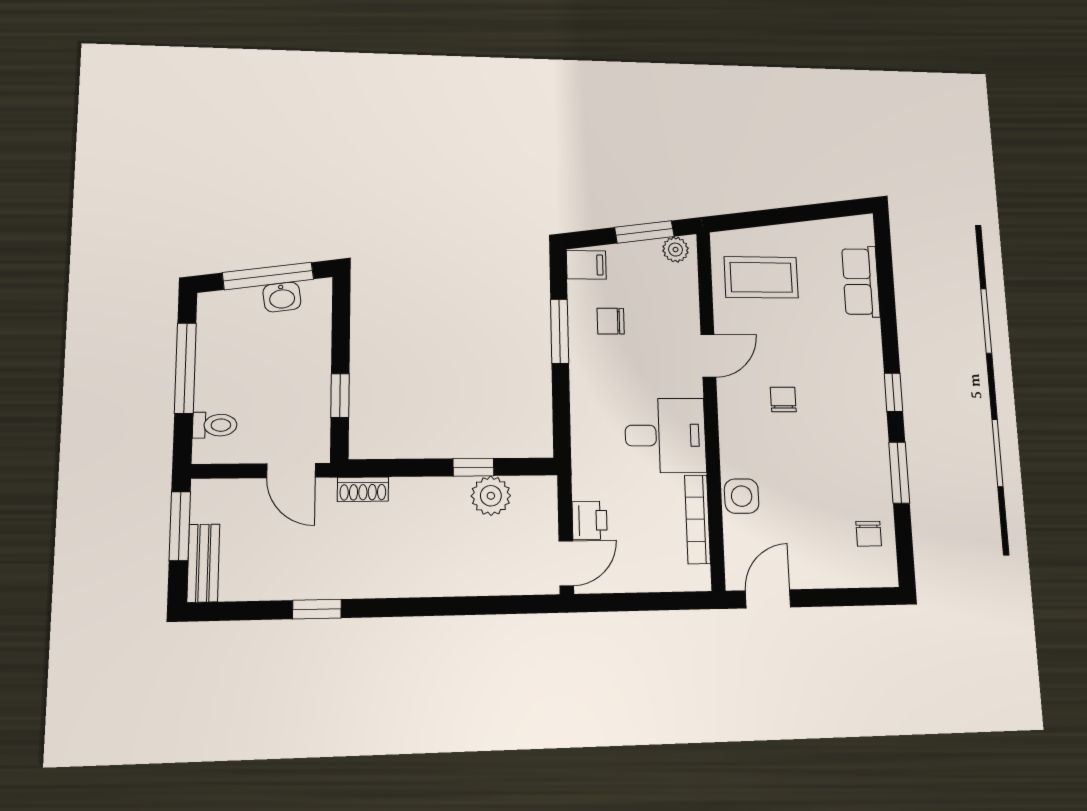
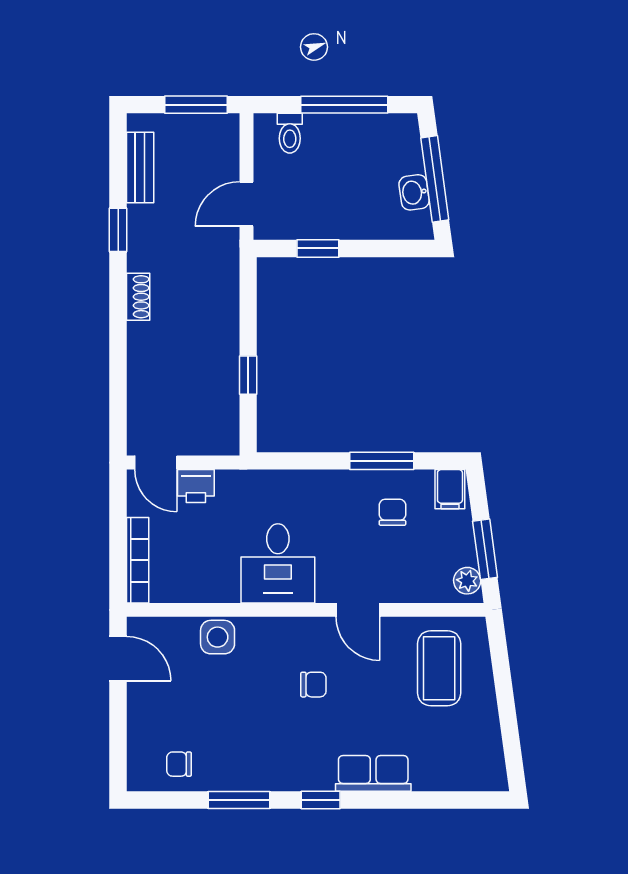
row of seats: (861, 282) -> (373, 773), moved
shoe rack: (363, 489) -> (138, 297), moved, turned 180
plant: (491, 496) -> (221, 391), removed
bookcase: (698, 519) -> (138, 560), moved, turned 90
bench: (203, 563) -> (140, 167), moved, turned 90

